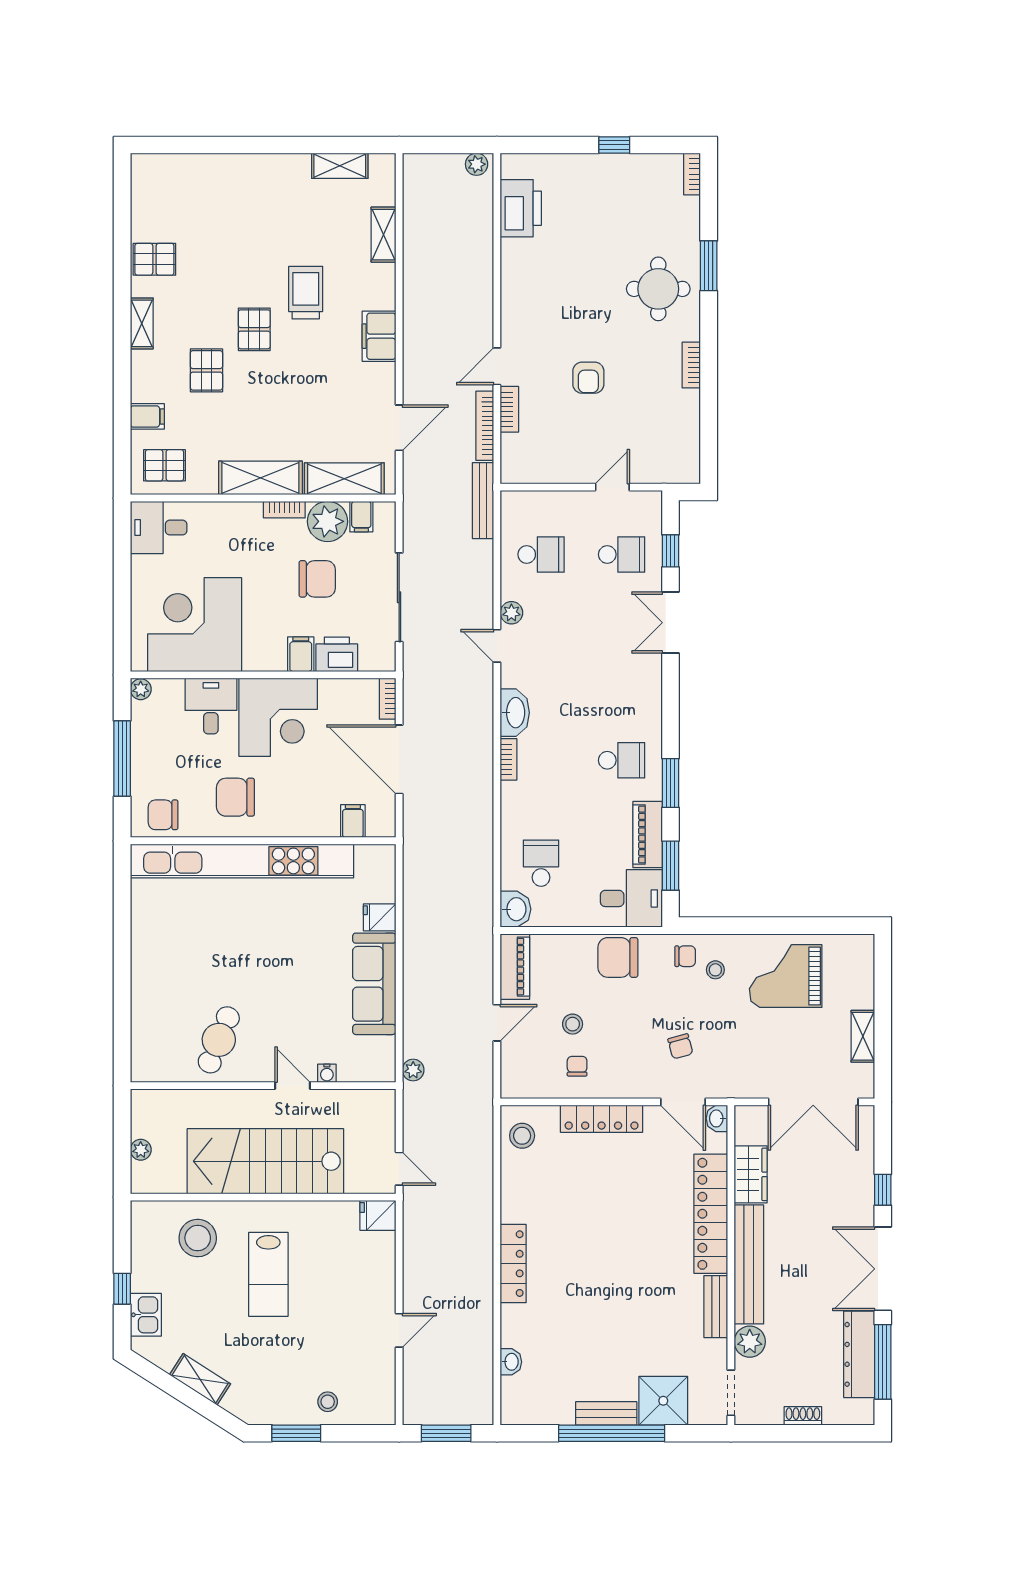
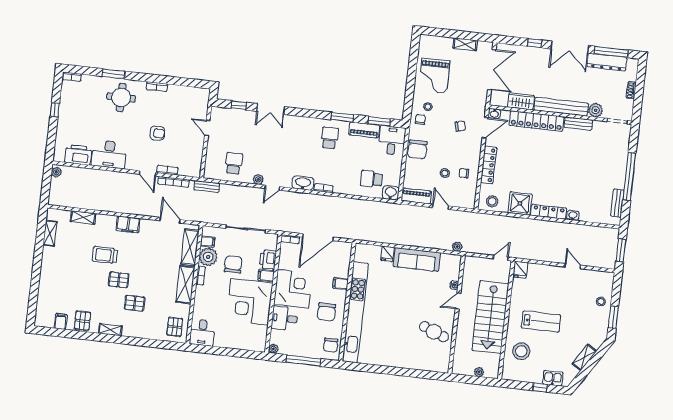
desk: (530, 276) -> (109, 154), added
filing cabinet: (147, 416) -> (61, 322), moved
bench: (483, 501) -> (207, 186), width x0.73
school desk: (622, 554) -> (238, 127), removed
corner desk: (195, 625) -> (250, 302), moved
filing cabinet: (353, 821) -> (341, 284), moved
washbasin: (511, 1362) -> (573, 216), moved
shower: (663, 1401) -> (520, 203), moved
bench: (606, 1413) -> (617, 203), moved

